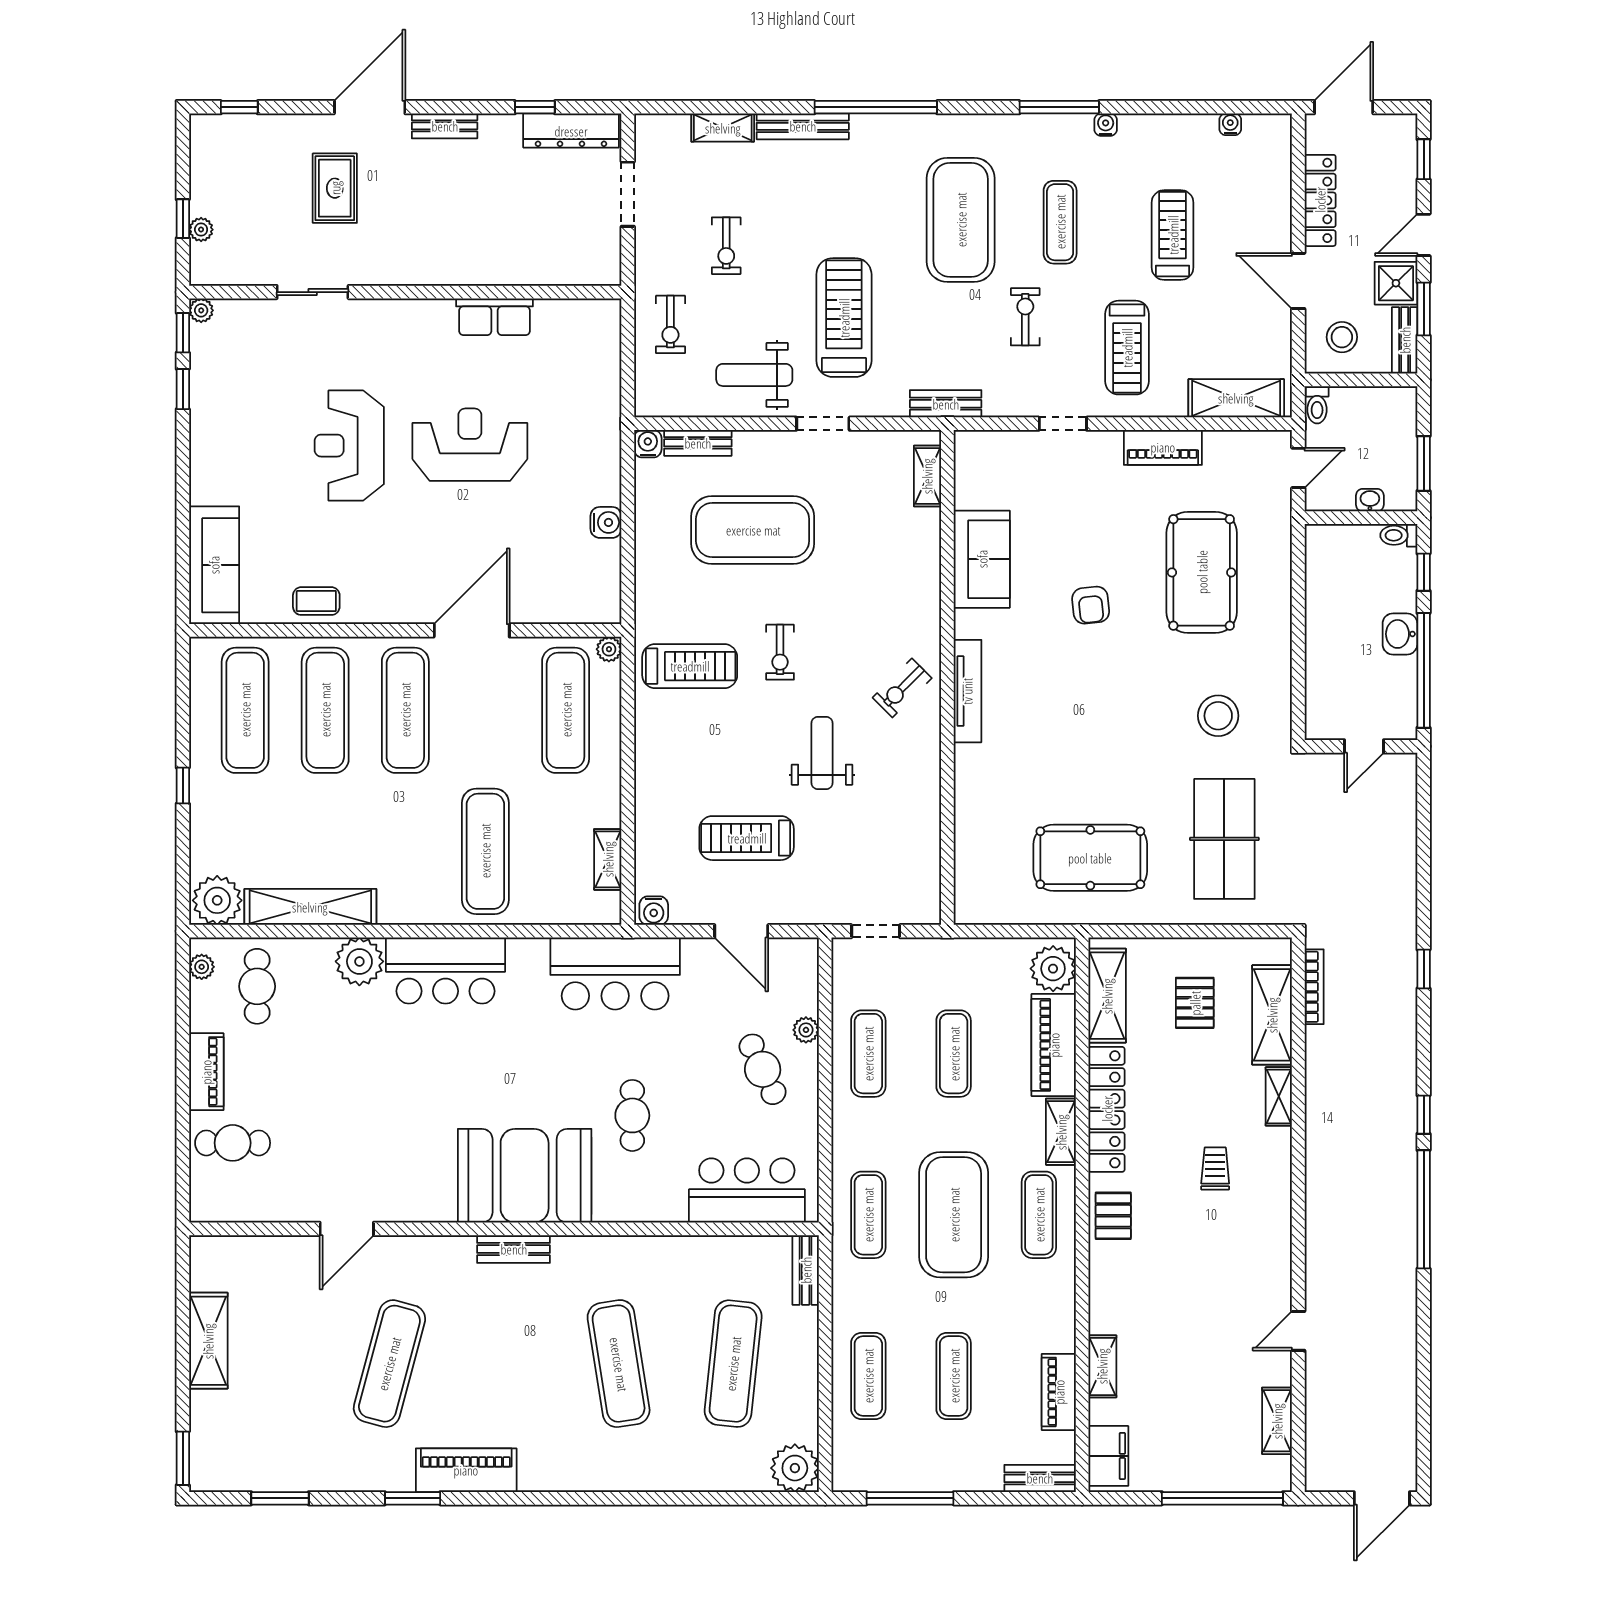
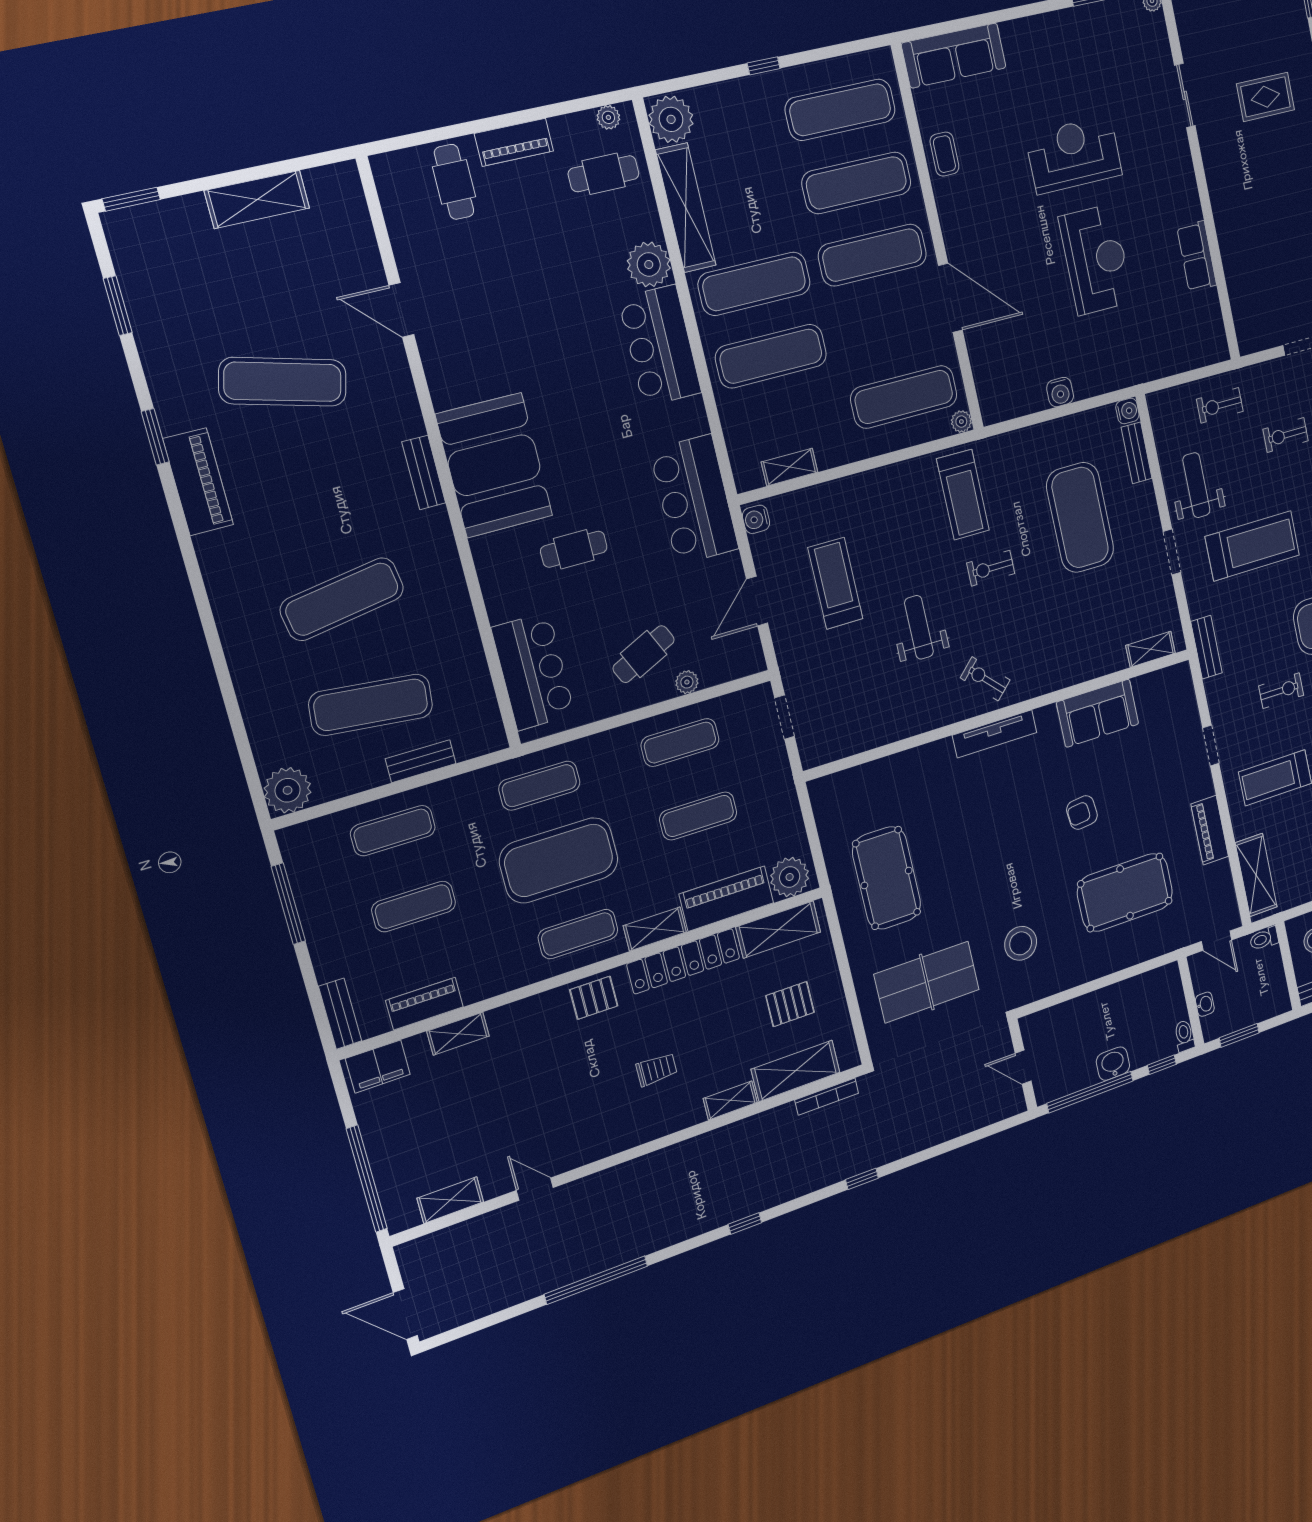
weight bench: (822, 753) -> (919, 627), turned -90
exercise mat: (405, 851) -> (754, 284), added
window: (1424, 1209) -> (596, 1280), moved
bench: (806, 1270) -> (421, 761), moved

